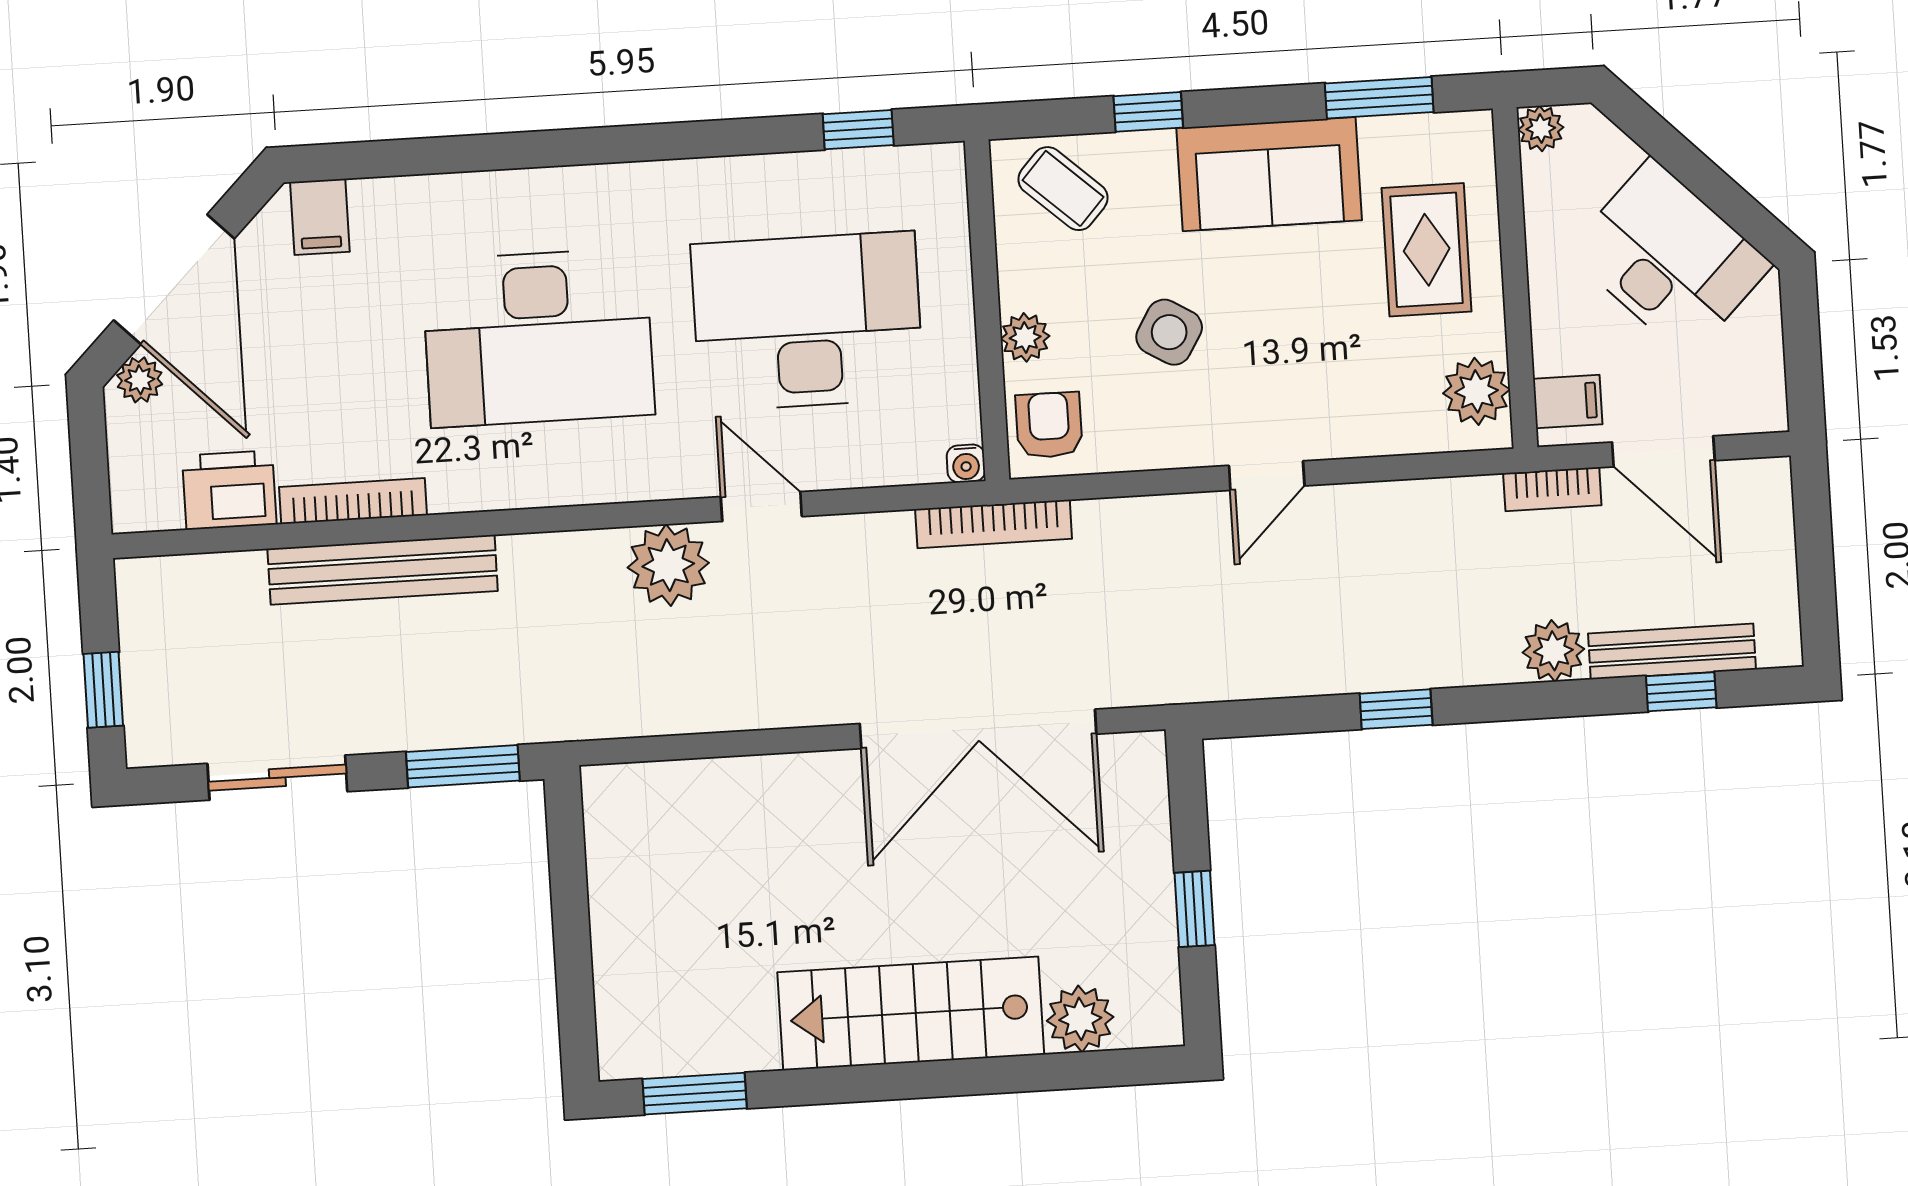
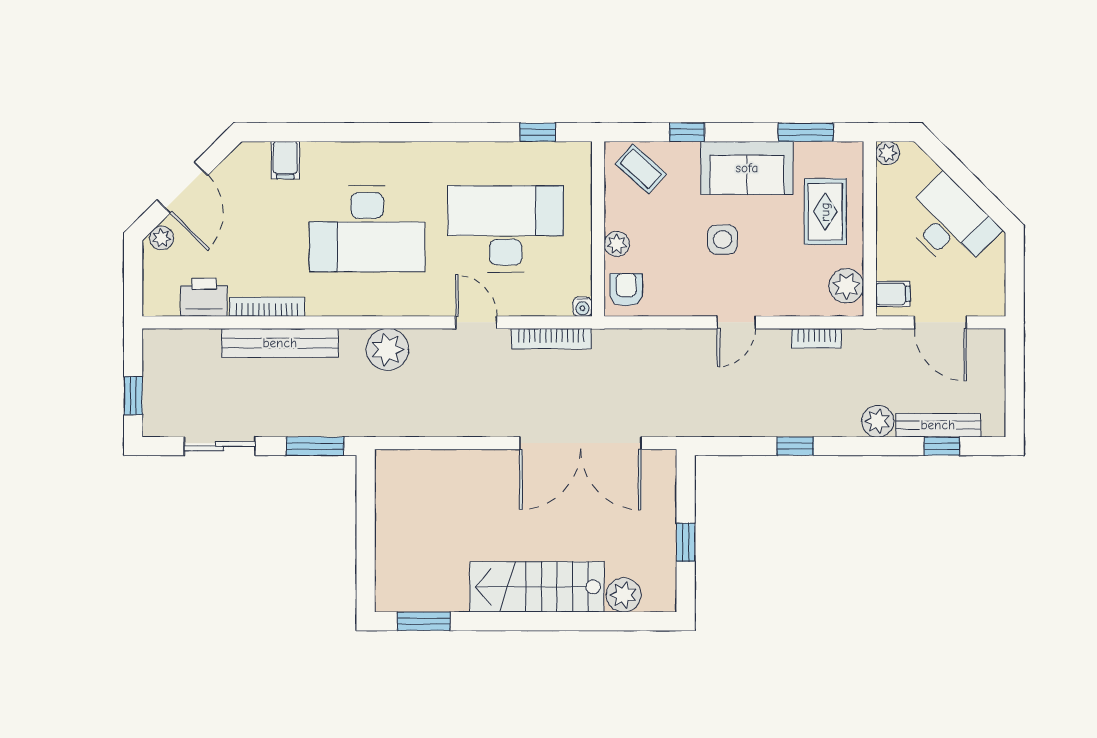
filing cabinet: (320, 217) -> (285, 160), moved
door: (174, 279) -> (182, 188), width x0.73
side table: (1169, 332) -> (723, 240), moved, turned -31
bookcase: (1552, 489) -> (817, 338), moved
bookcase: (994, 524) -> (551, 339), moved
plant: (668, 565) -> (387, 349), moved

